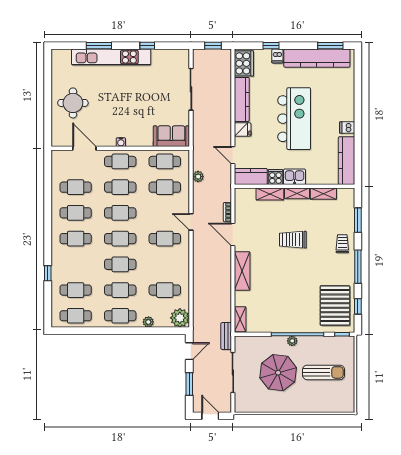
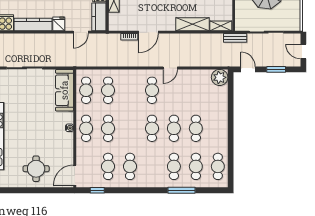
sofa: (171, 136) -> (64, 90), width x1.36
door: (84, 148) -> (75, 175), moved
window: (48, 175) -> (97, 190), added
plant: (198, 177) -> (99, 62), removed
cafe table: (120, 213) -> (130, 128), removed
door: (191, 222) -> (170, 68), moved
cafe table: (76, 239) -> (174, 166), moved
shelving: (242, 271) -> (193, 24), moved
window: (48, 273) -> (181, 190), width x2.17
cafe table: (165, 290) -> (196, 90), removed
cafe table: (120, 316) -> (218, 128), removed
plant: (148, 322) -> (223, 104), removed
door: (210, 416) -> (303, 51), hinge flipped

